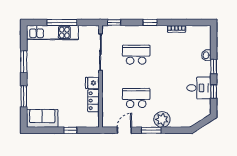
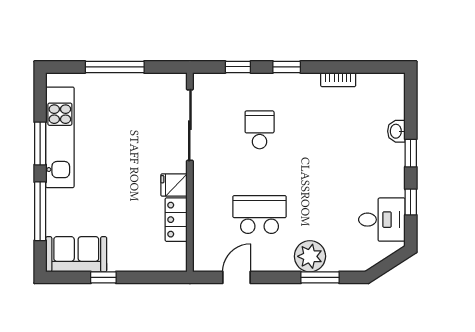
window: (114, 22) -> (238, 67), moved
kitchen unit: (53, 33) -> (60, 137), moved, turned -90
school desk: (136, 55) -> (260, 130), width x0.54
desk: (199, 88) -> (382, 220), moved
window: (24, 96) -> (40, 211), width x1.44
window: (70, 130) -> (103, 277), moved
window: (151, 130) -> (320, 277), moved

